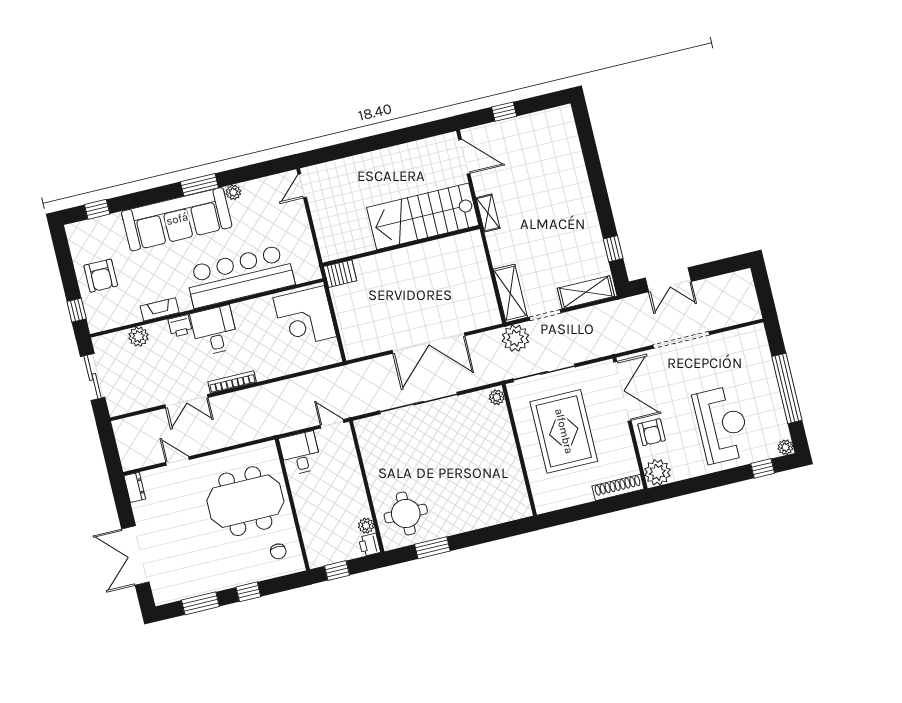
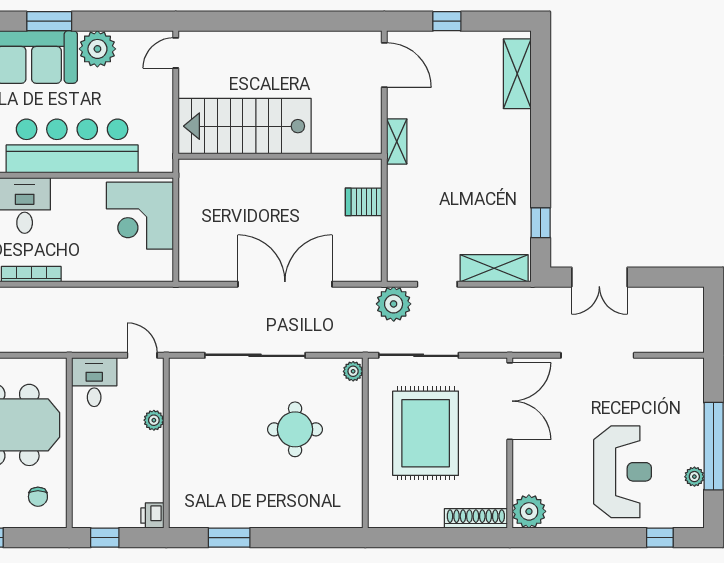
plant: (233, 192) -> (97, 49), width x1.88, depth x1.88
stairs: (423, 216) -> (245, 126), moved
server rack: (340, 274) -> (364, 202), moved, turned 180
shelving: (510, 293) -> (517, 74), moved
double door: (428, 343) -> (285, 284), swing flipped
armchair: (652, 432) -> (534, 460), removed
plant: (785, 447) -> (694, 477), moved
round table: (406, 513) -> (295, 429), moved
plant: (366, 526) -> (154, 420), moved

